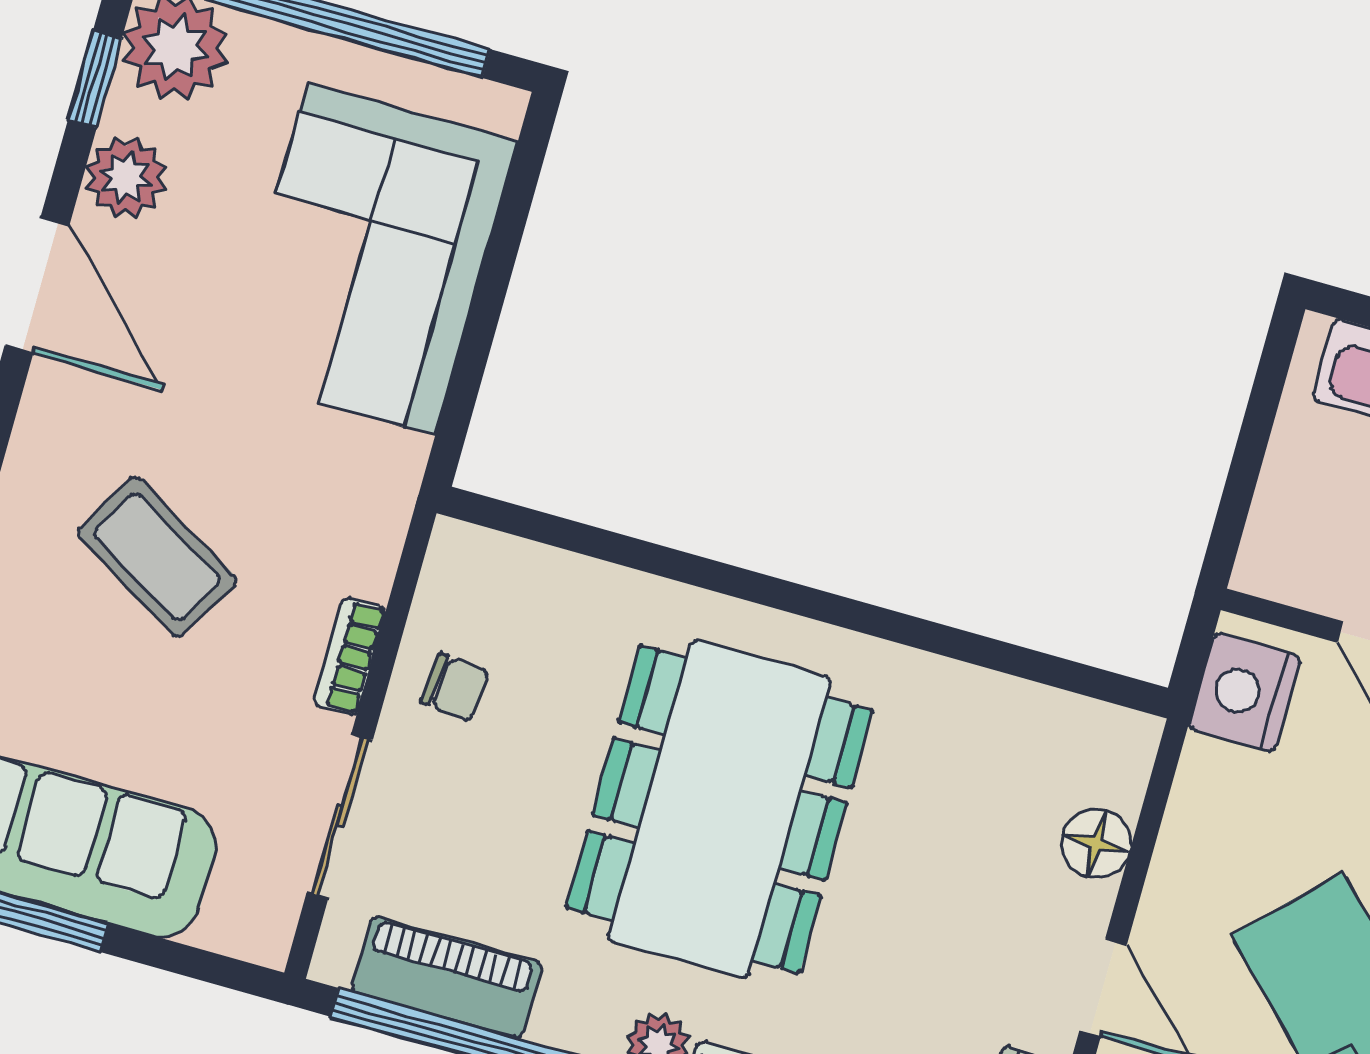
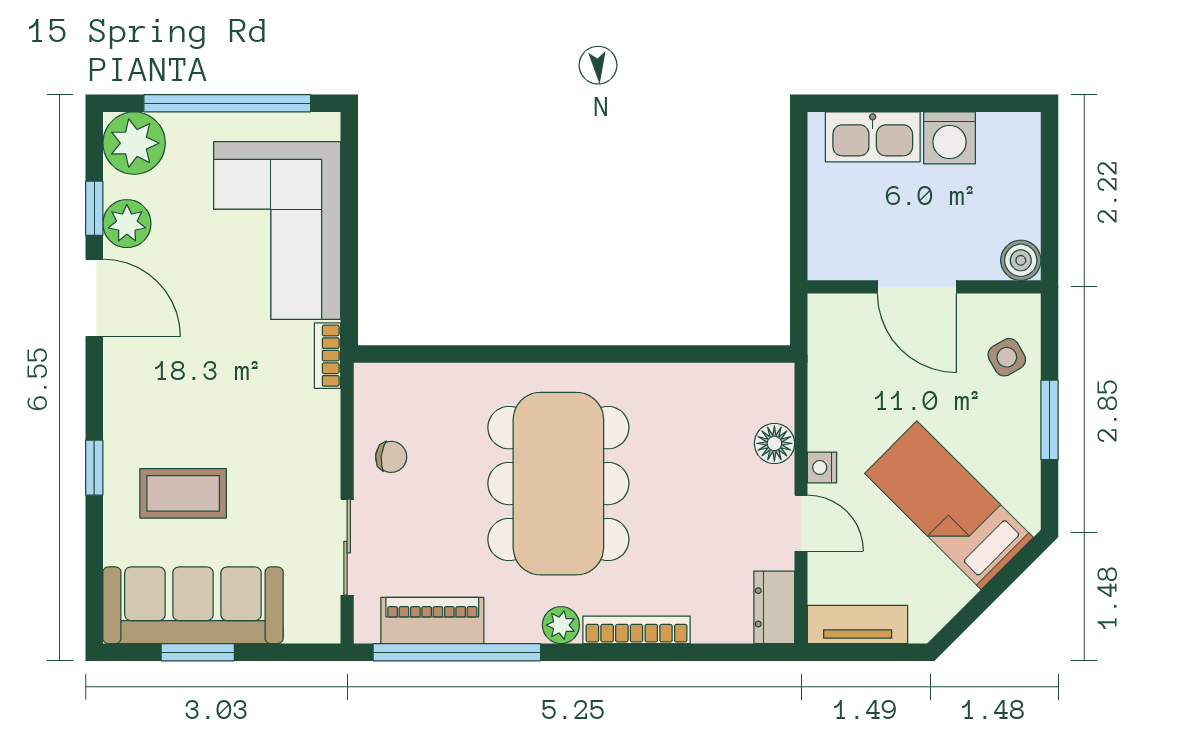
window: (95, 79) -> (94, 208), moved
coffee table: (157, 557) -> (183, 493), moved, turned -30
bookcase: (350, 656) -> (328, 356), moved
nightstand: (1244, 693) -> (822, 467), moved, width x0.53, depth x0.56

